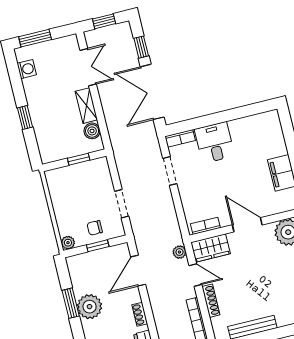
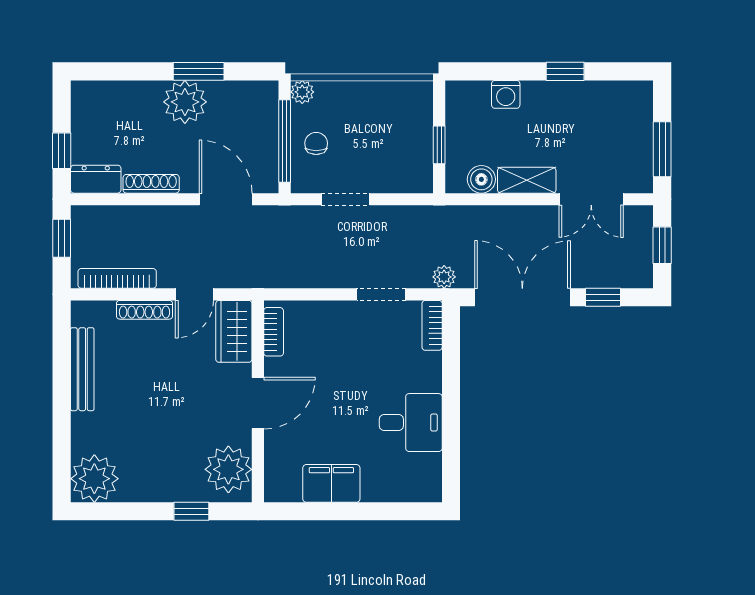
window: (35, 38) -> (662, 149), moved
washing machine: (27, 69) -> (506, 94), moved
window: (25, 117) -> (565, 71), moved
desk: (215, 143) -> (411, 423), moved
window: (98, 246) -> (285, 141), width x2.17
plant: (179, 252) -> (444, 277), moved
shoe rack: (140, 314) -> (151, 184), width x1.43

